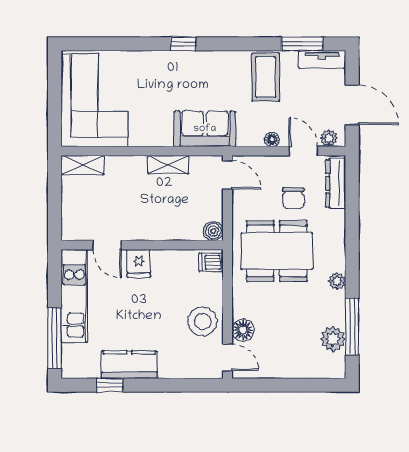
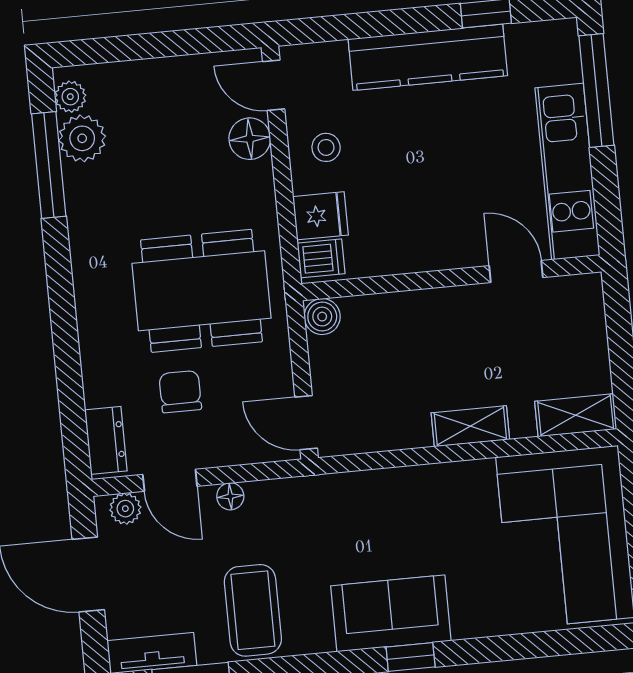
sofa: (205, 129) -> (391, 613), moved, turned 180
shelving: (168, 165) -> (470, 426), moved
dresser: (336, 183) -> (106, 440), width x0.70
fridge: (139, 263) -> (320, 216), moved, turned 90
plant: (337, 281) -> (70, 97), moved
stool: (203, 322) -> (326, 147), width x0.53, depth x0.53
kitchen counter: (129, 365) -> (428, 57), width x1.50

